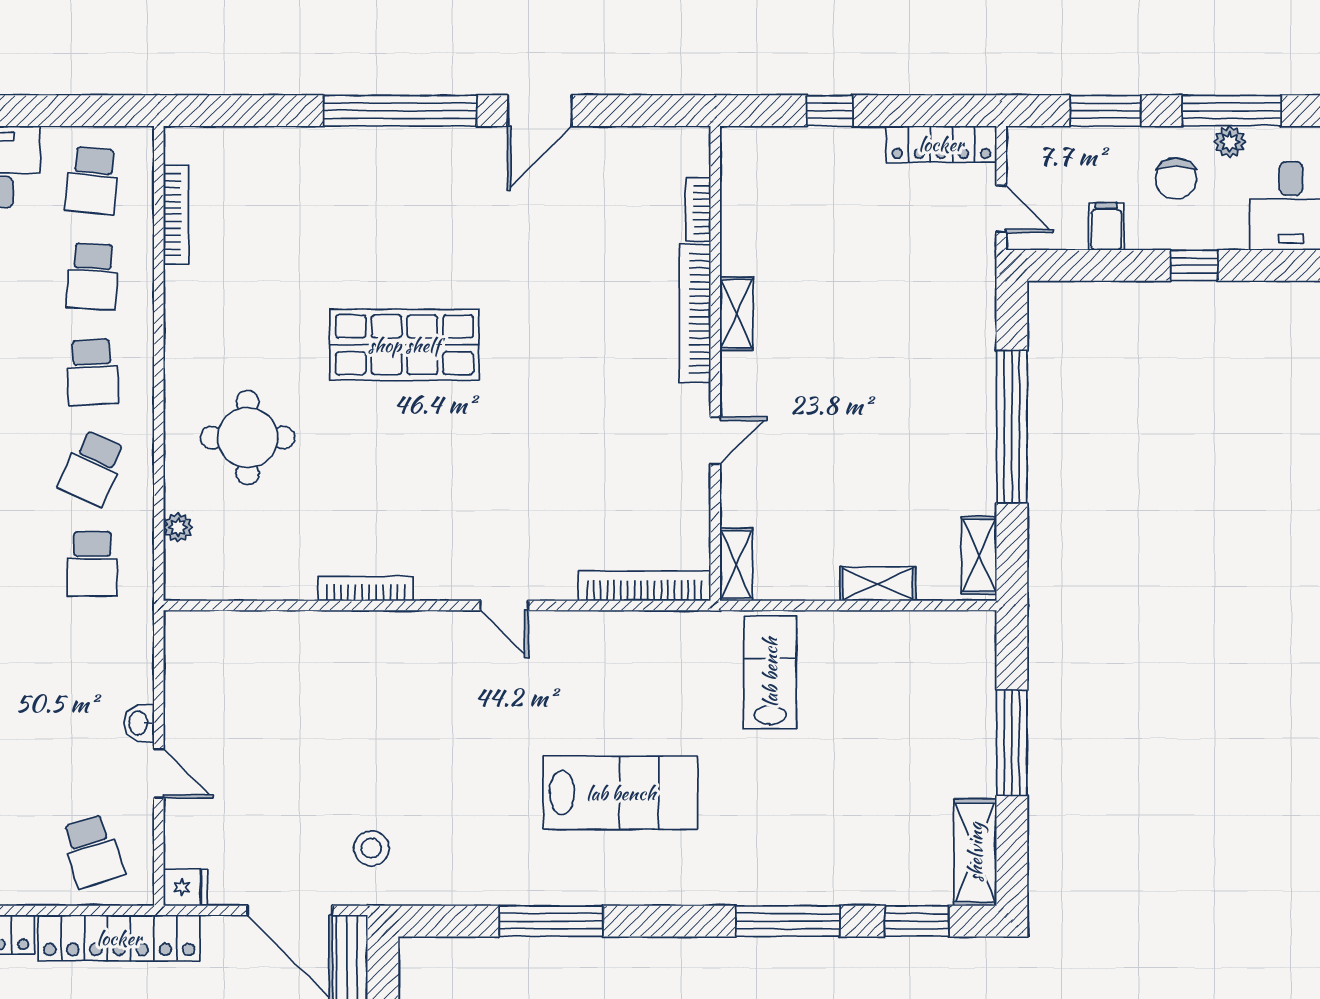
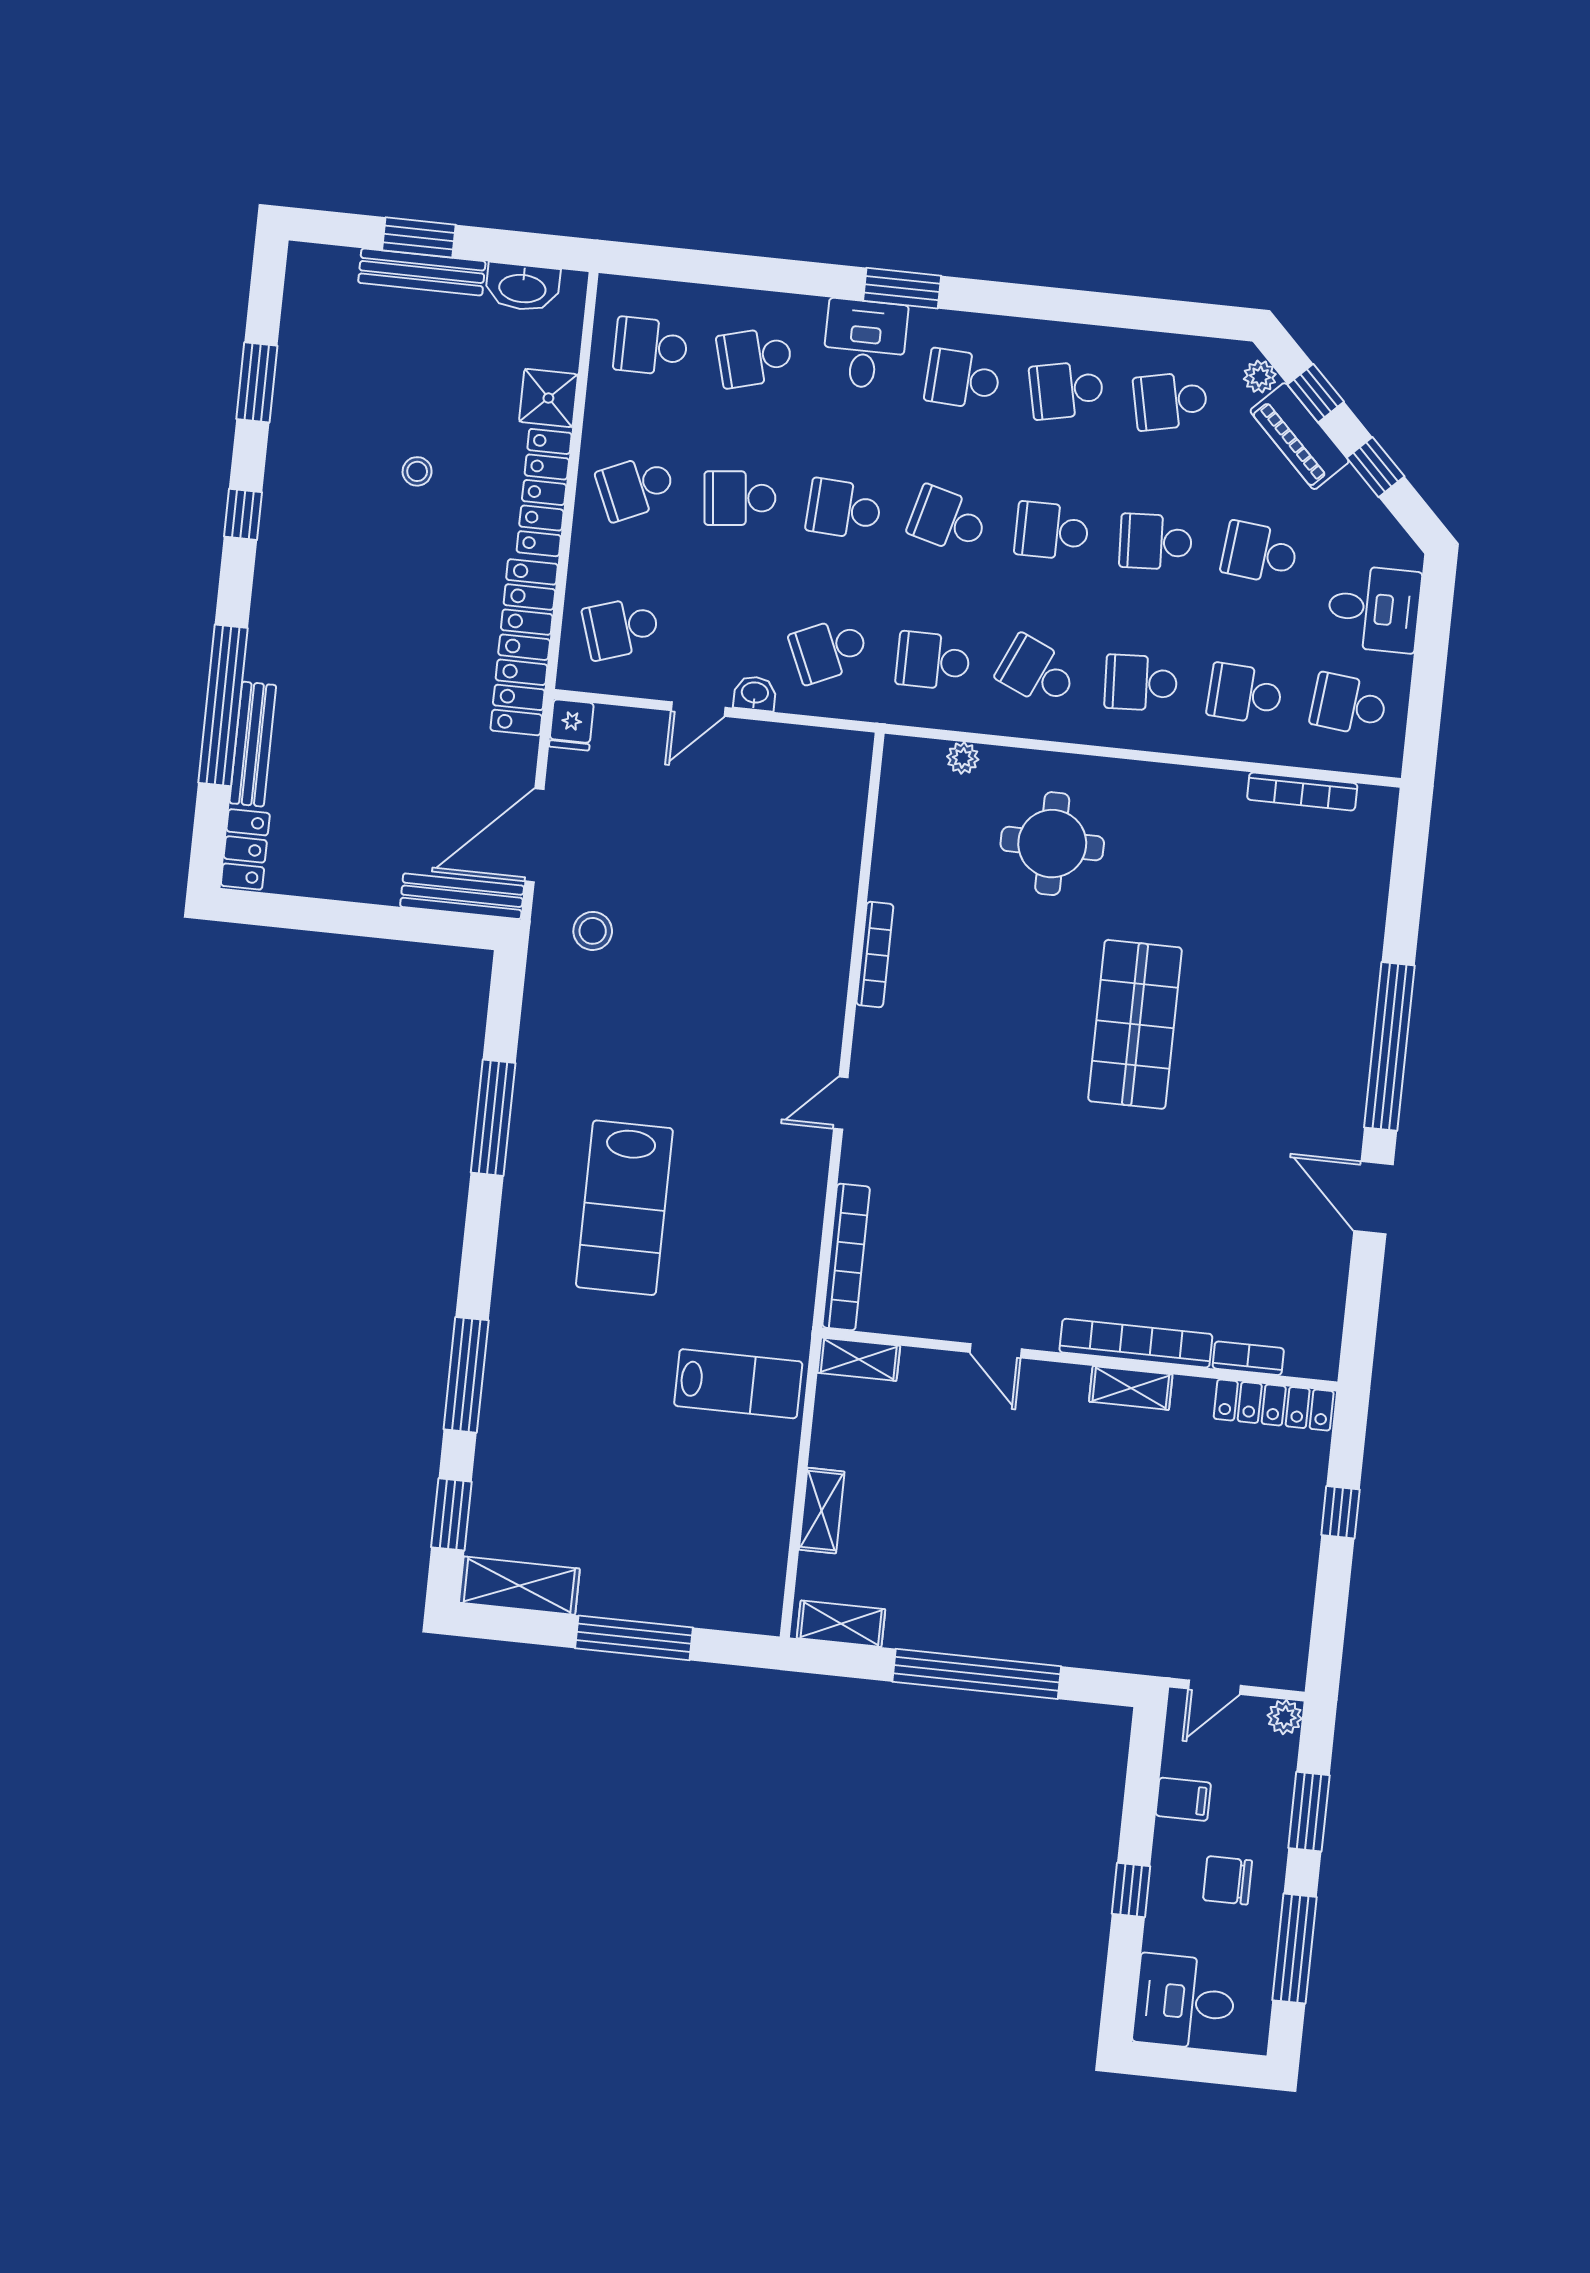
plant: (1230, 142) -> (1285, 1717), moved
locker: (941, 144) -> (1274, 1405), moved, turned -90
school desk: (92, 660) -> (829, 650), added

